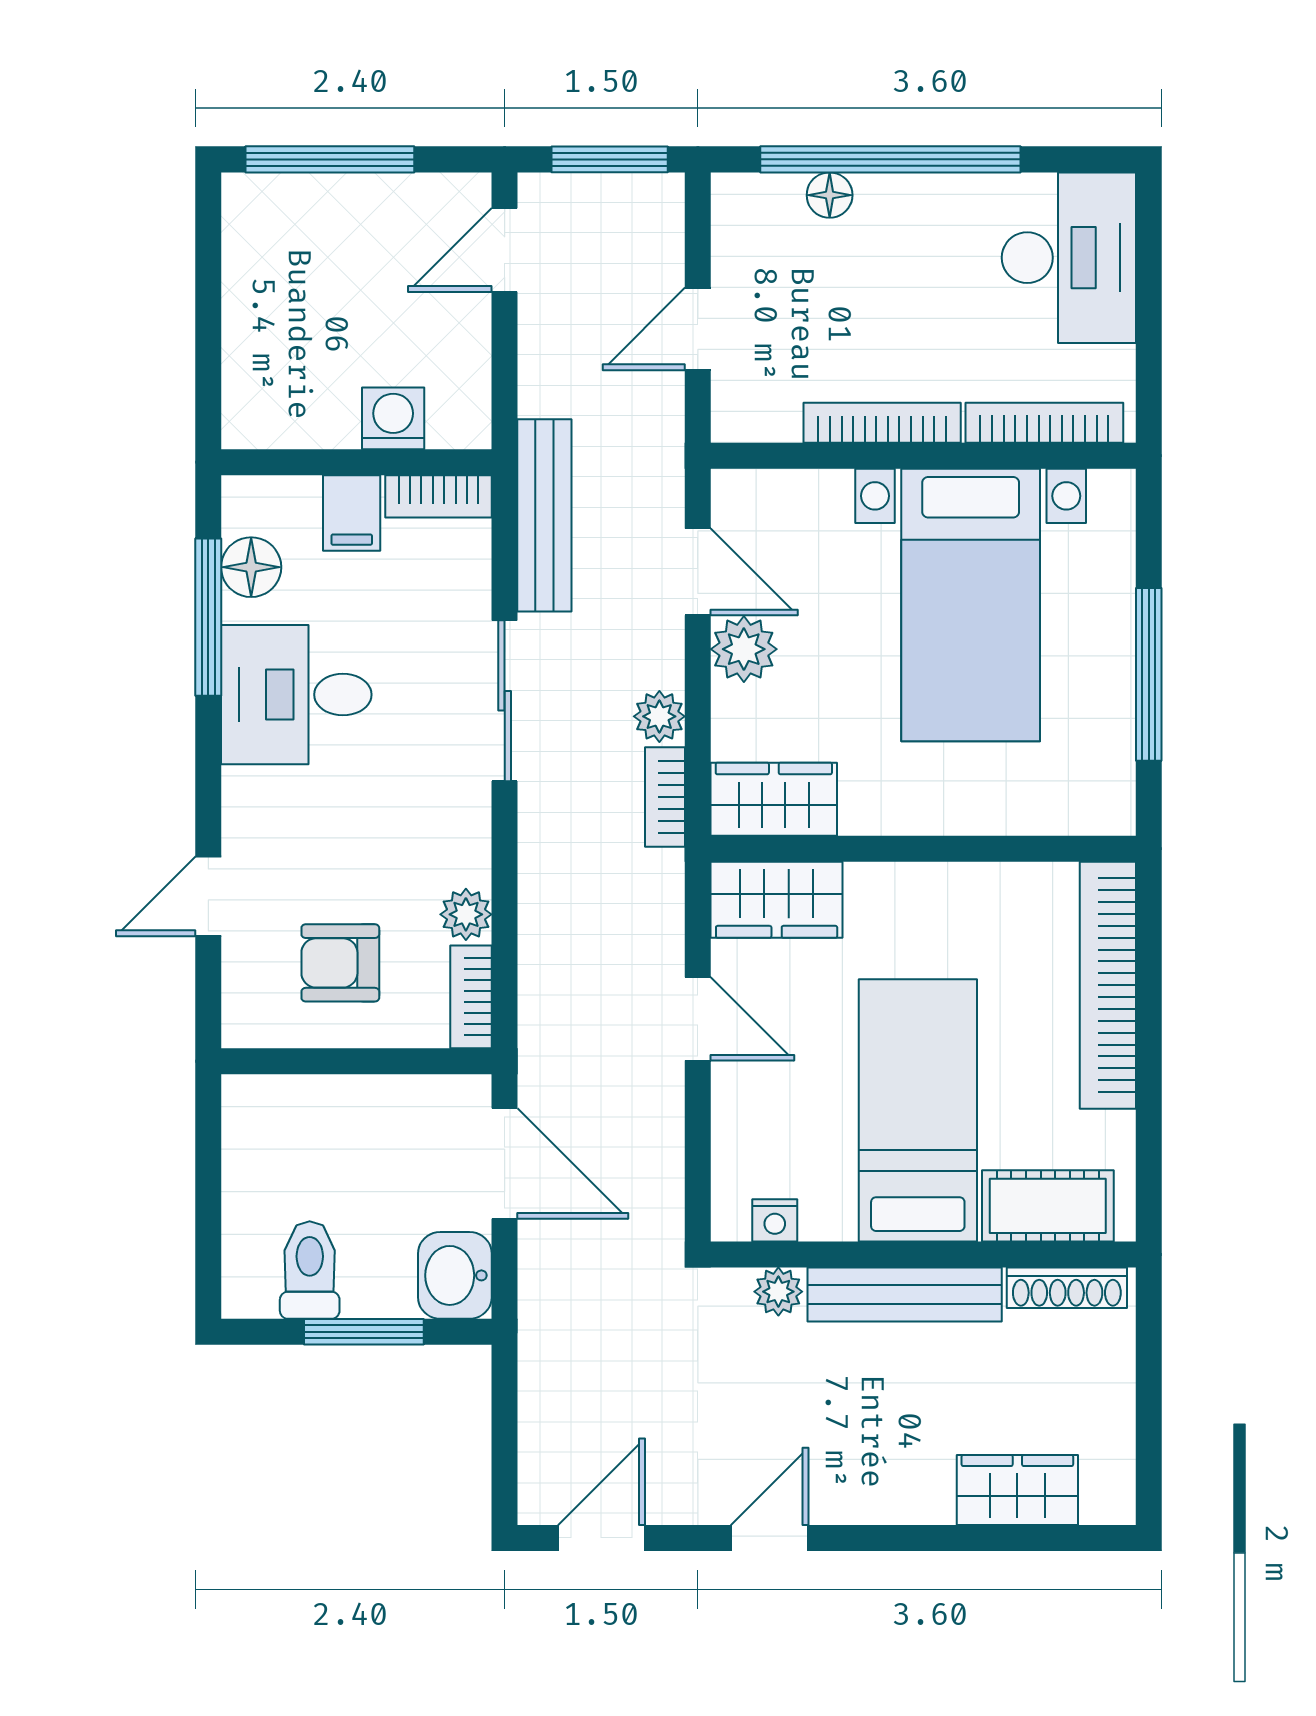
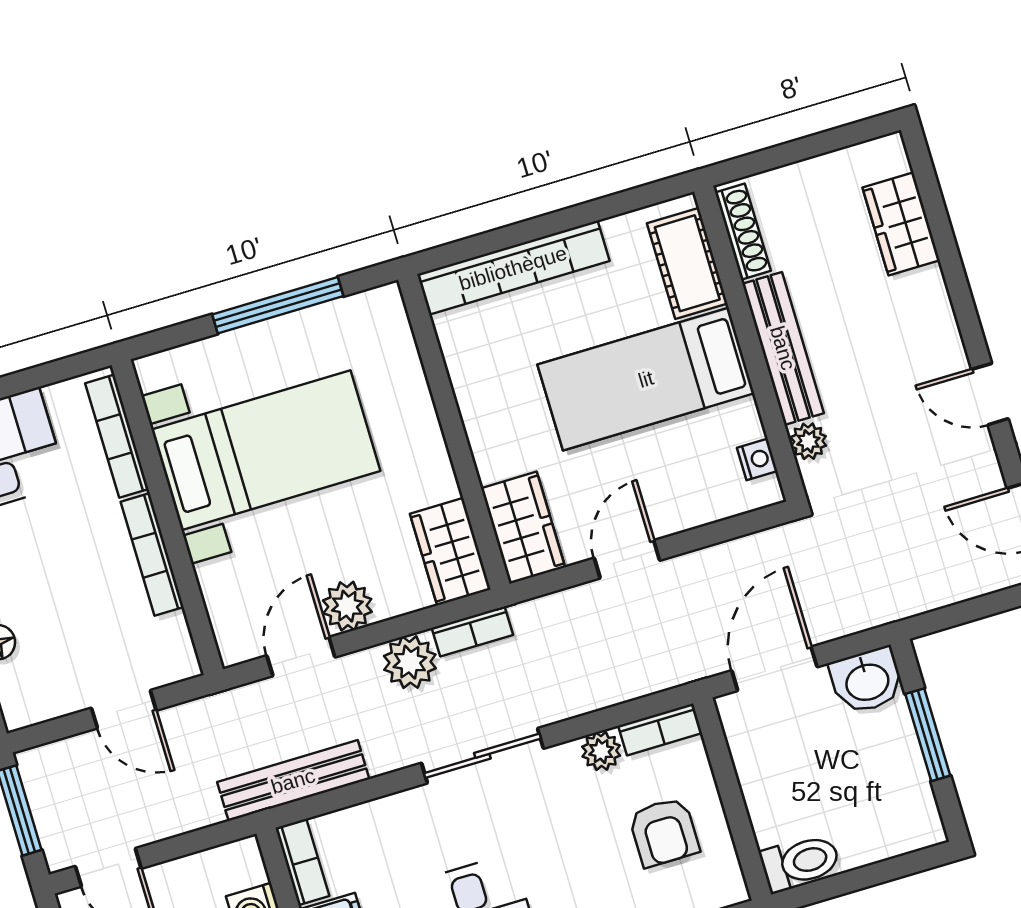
sliding door: (505, 701) -> (482, 756), moved
plant: (659, 716) -> (410, 662), width x1.38, depth x1.38
toilet: (310, 1270) -> (800, 863), moved, turned 180

